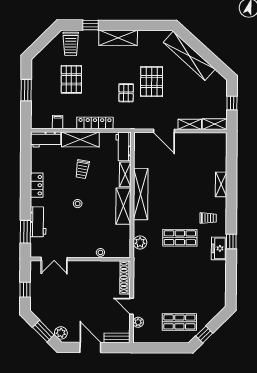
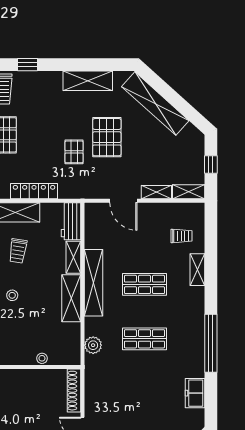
shelving: (118, 38) -> (88, 81), moved
shop shelf: (180, 196) -> (144, 284), added
trolley: (208, 218) -> (181, 236), moved
window: (231, 242) -> (211, 343), width x3.17
freezer: (219, 248) -> (195, 393), moved

